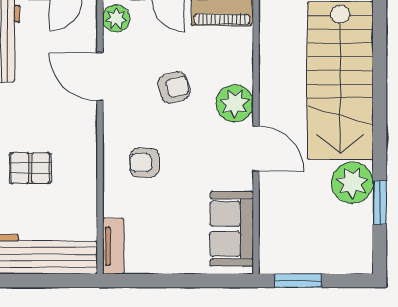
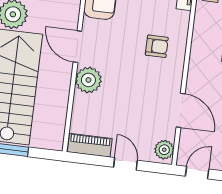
armchair: (174, 88) -> (130, 96), removed

